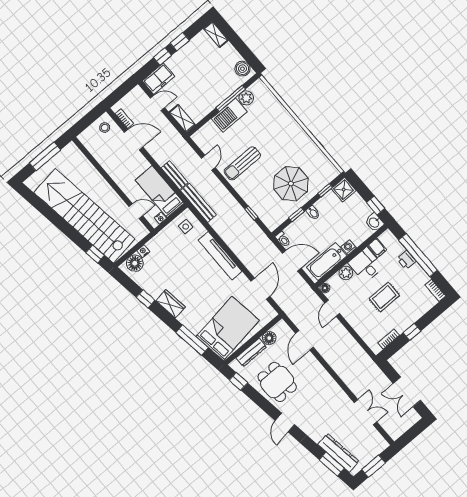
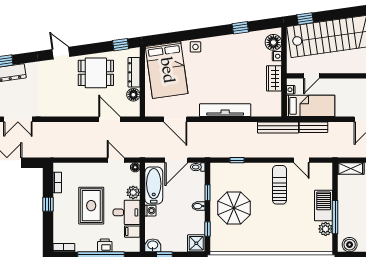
side table: (186, 227) -> (195, 47), moved
rug: (384, 297) -> (91, 206), width x1.36, depth x1.43
wardrobe: (171, 304) -> (274, 78), moved, turned 98
window: (192, 340) -> (180, 36), removed

